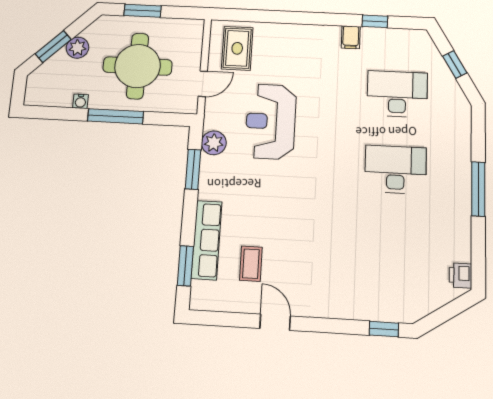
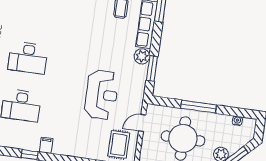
water cooler: (81, 101) -> (237, 121), moved
plant: (214, 143) -> (142, 56), moved

